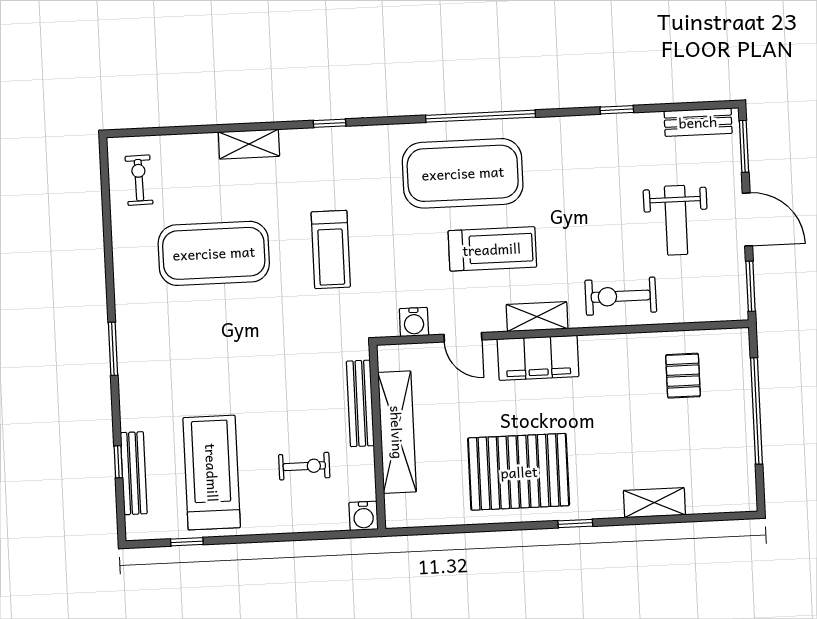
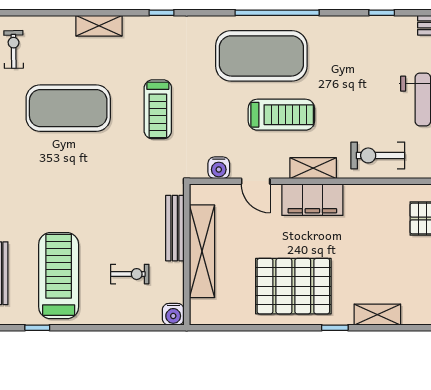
shelving: (654, 503) -> (377, 315), moved

